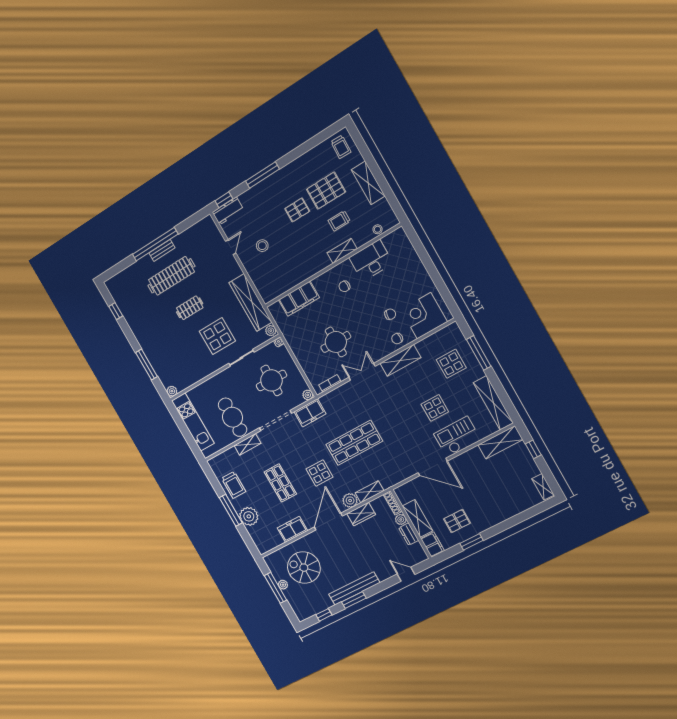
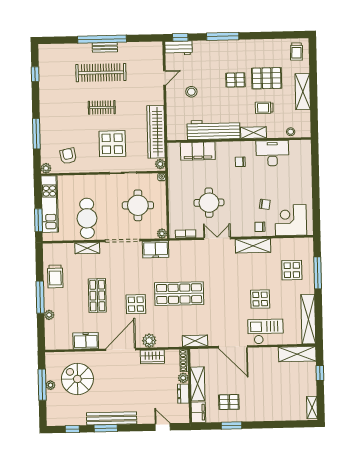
workbench: (302, 270) -> (214, 130), added
armchair: (185, 369) -> (68, 156), added
window: (191, 442) -> (38, 220), added
shelving: (370, 492) -> (195, 341), moved
plant: (249, 516) -> (49, 315), width x0.53, depth x0.53

